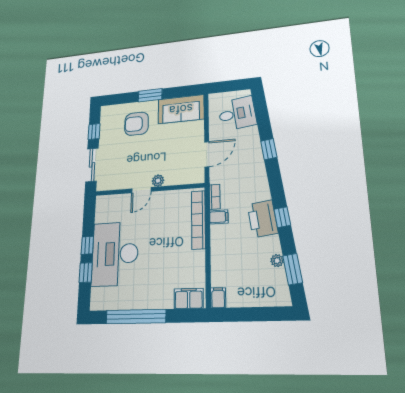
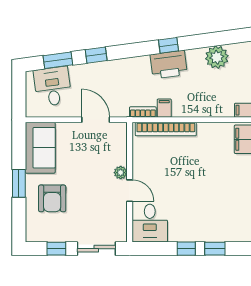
desk: (115, 254) -> (150, 223), moved, width x0.53, depth x0.77
plant: (277, 261) -> (217, 57), width x1.88, depth x1.88
window: (293, 269) -> (58, 60), moved

